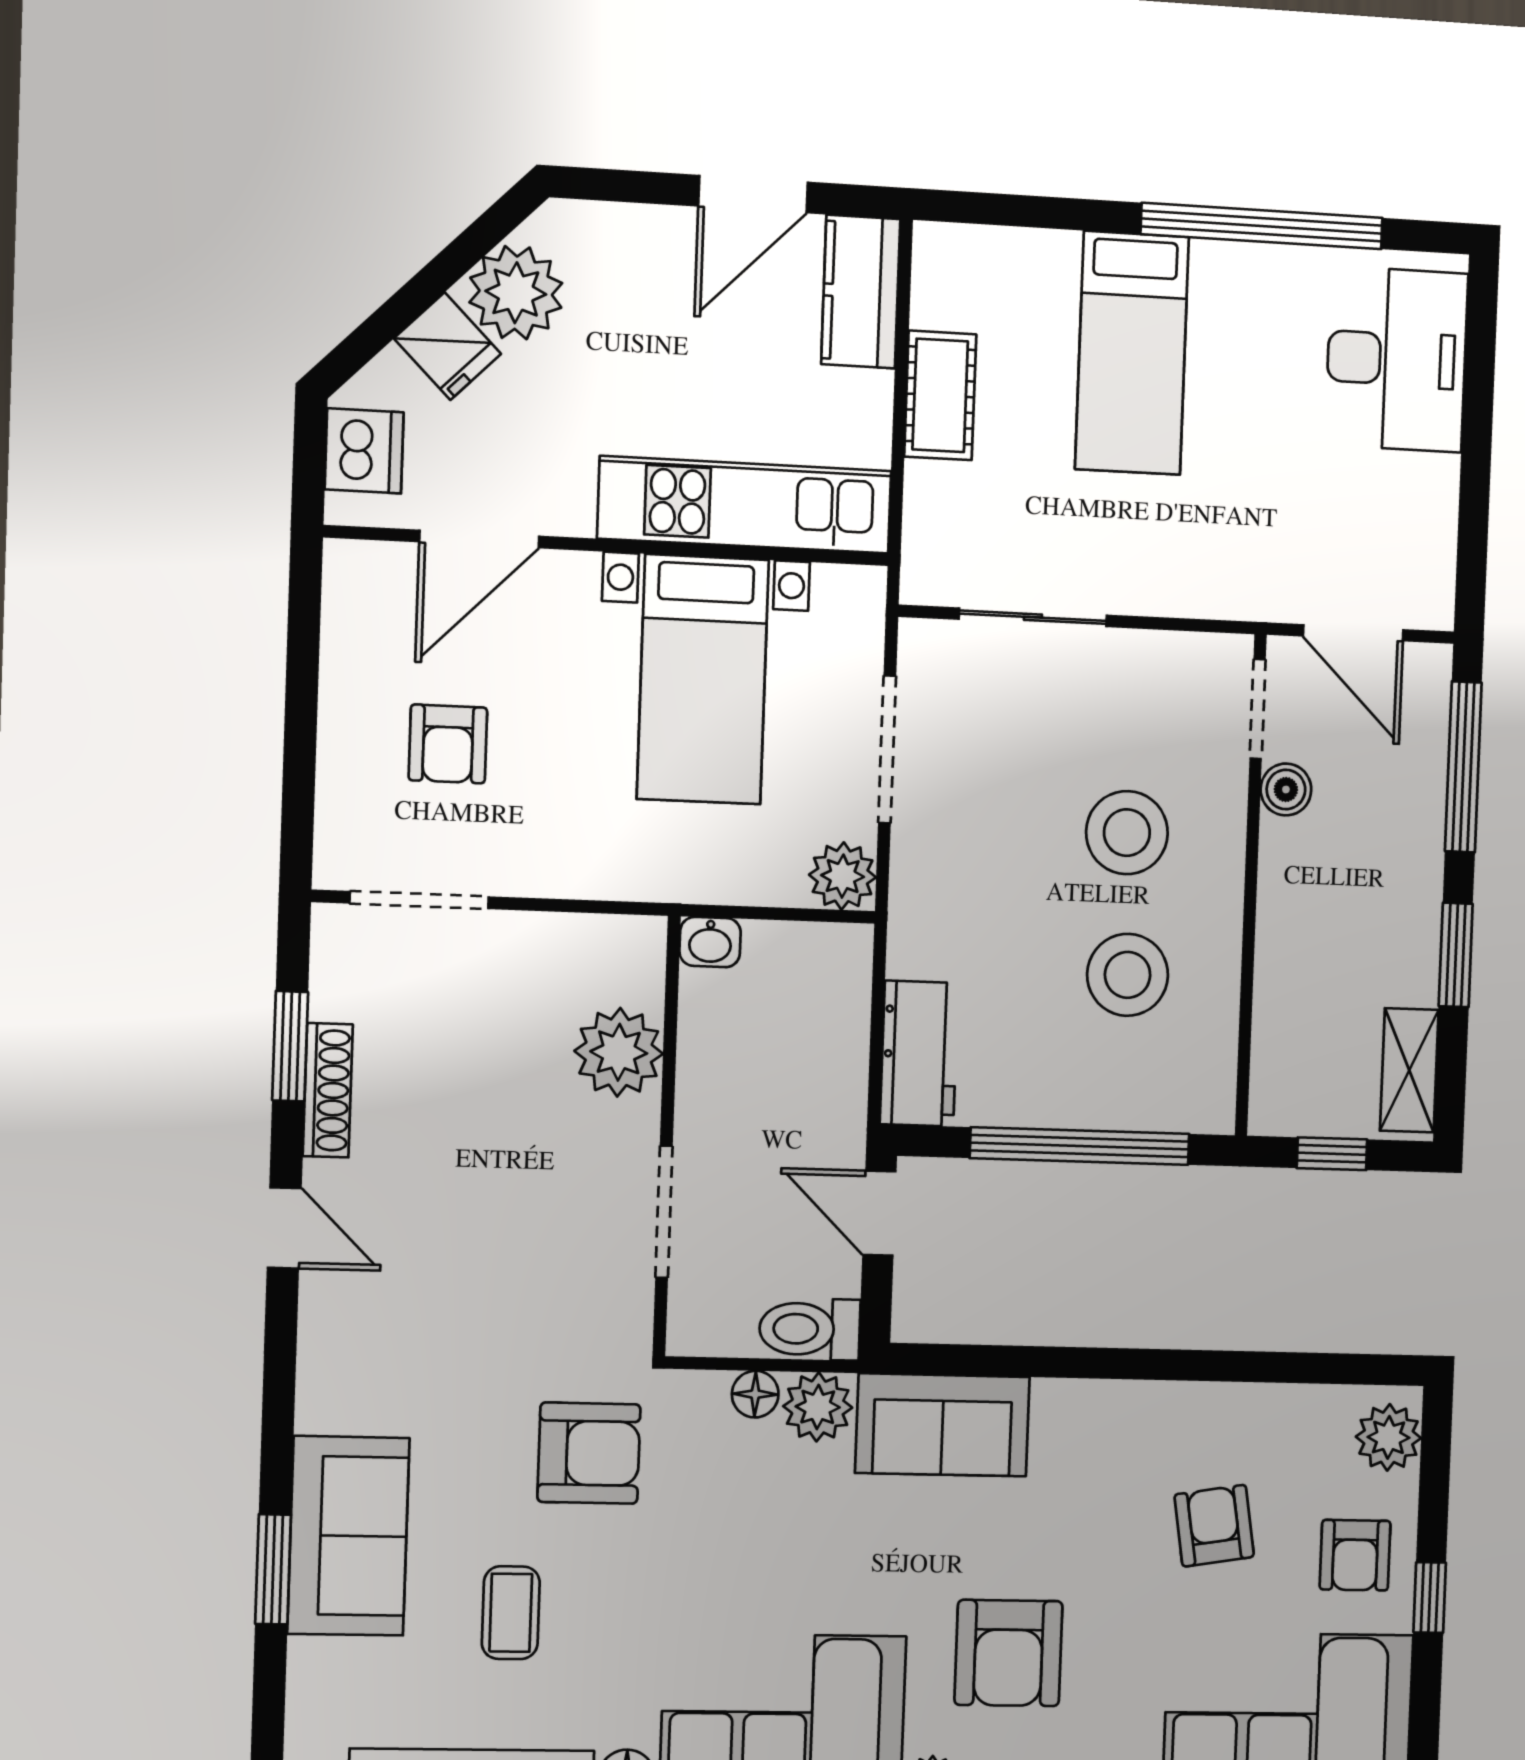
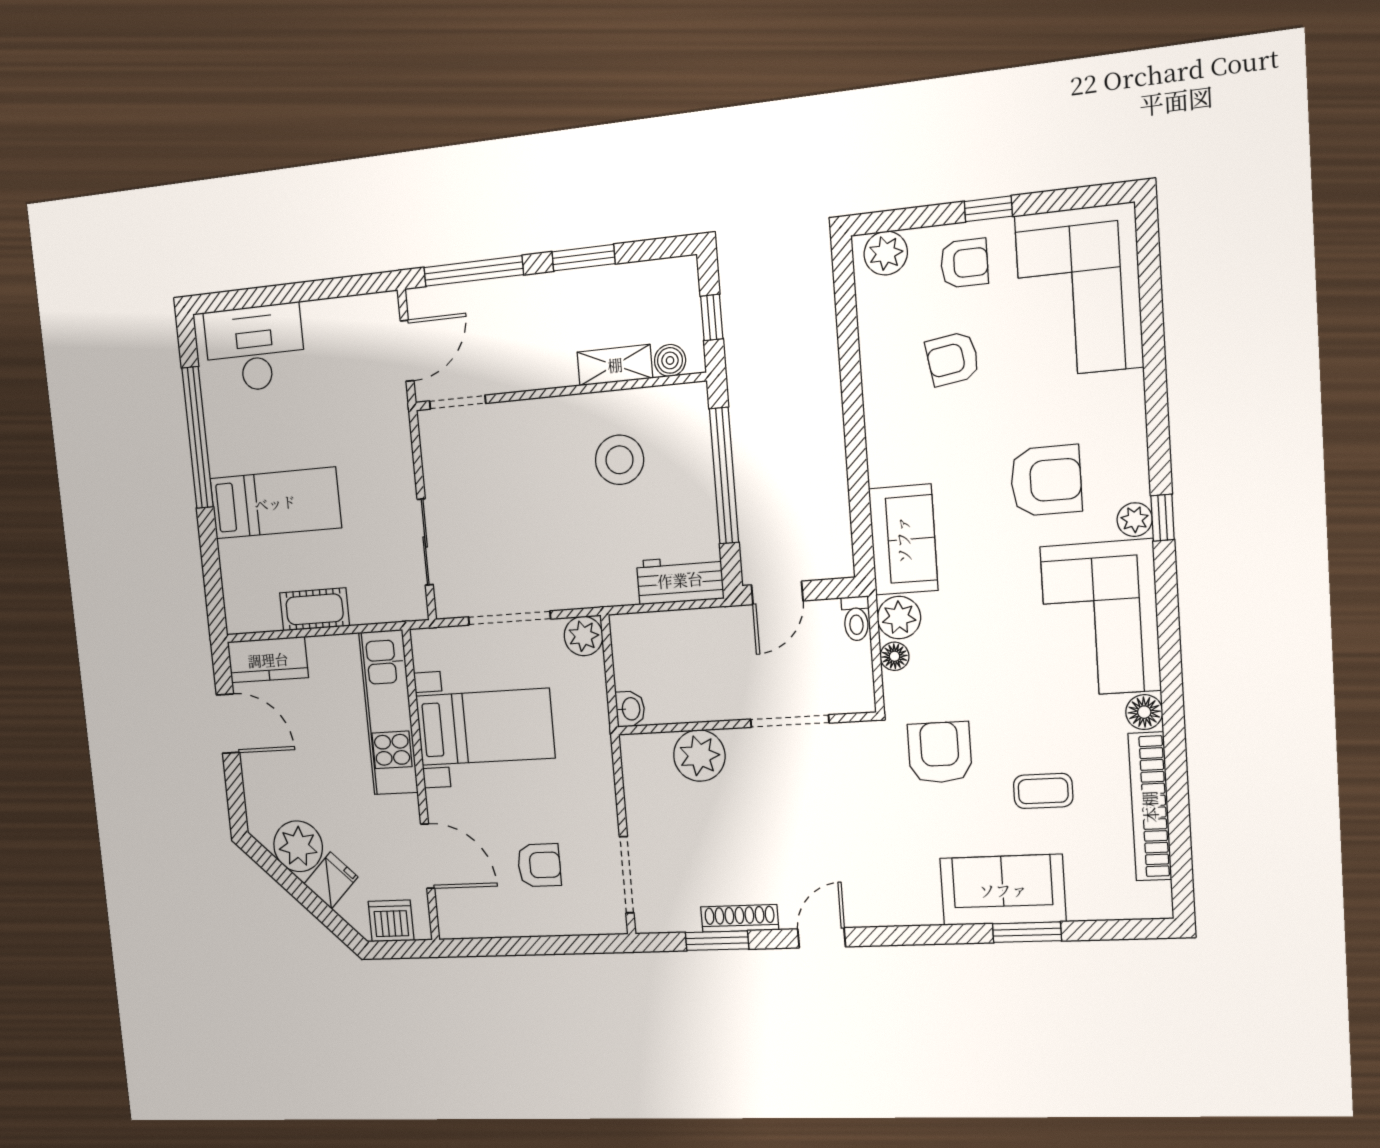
boiler: (1286, 790) -> (670, 360), moved
stool: (1127, 833) -> (538, 471), removed
shelving: (1409, 1070) -> (615, 365), moved
toilet: (810, 1329) -> (856, 619), width x0.73, depth x0.72

